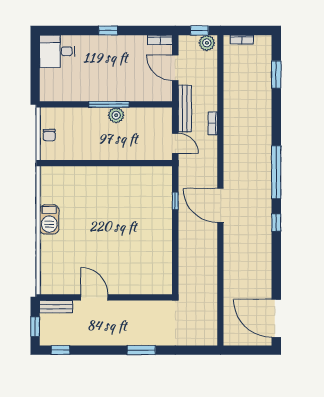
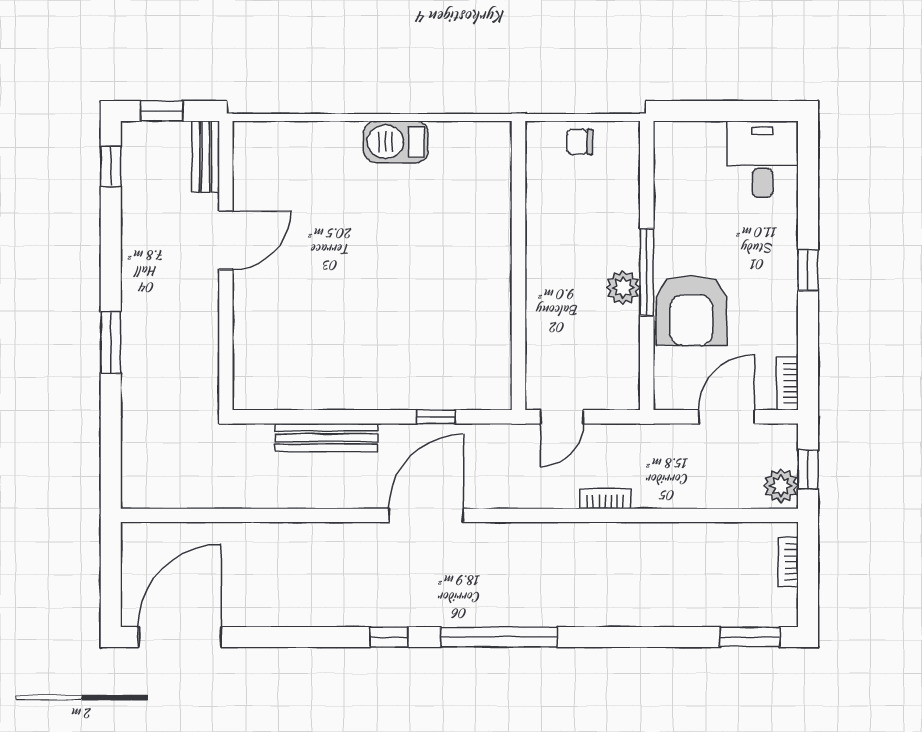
window: (276, 75) -> (750, 637), moved
armchair: (127, 84) -> (691, 310), added
bench: (185, 109) -> (326, 438), moved

